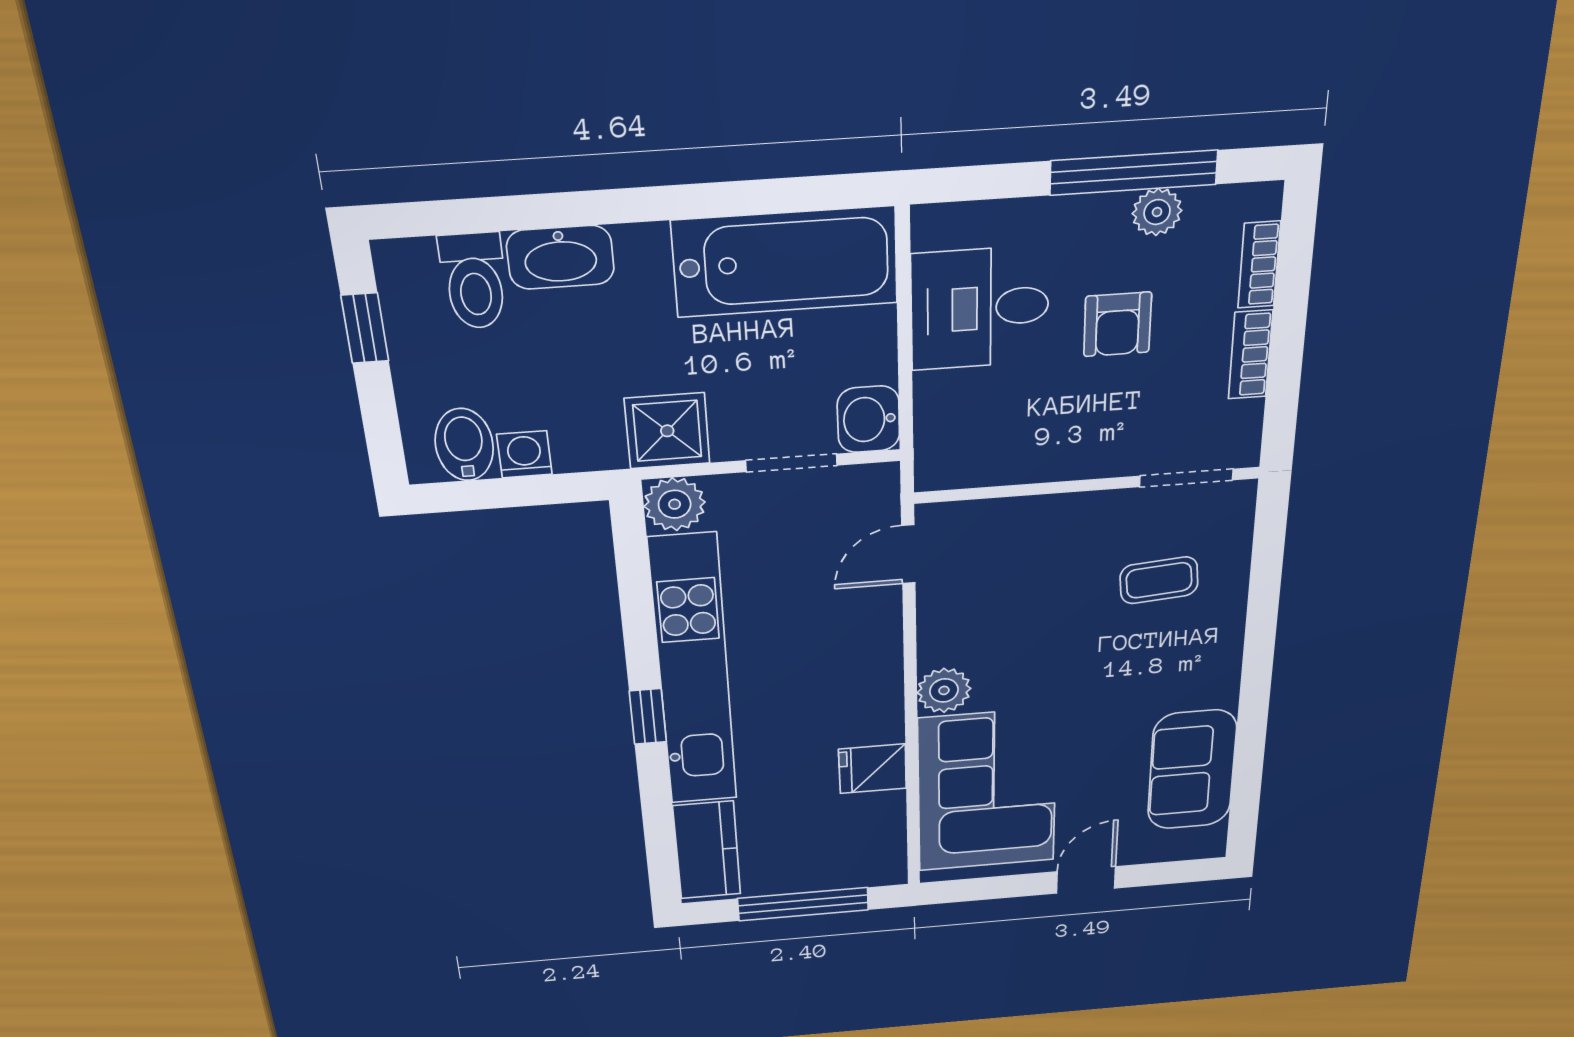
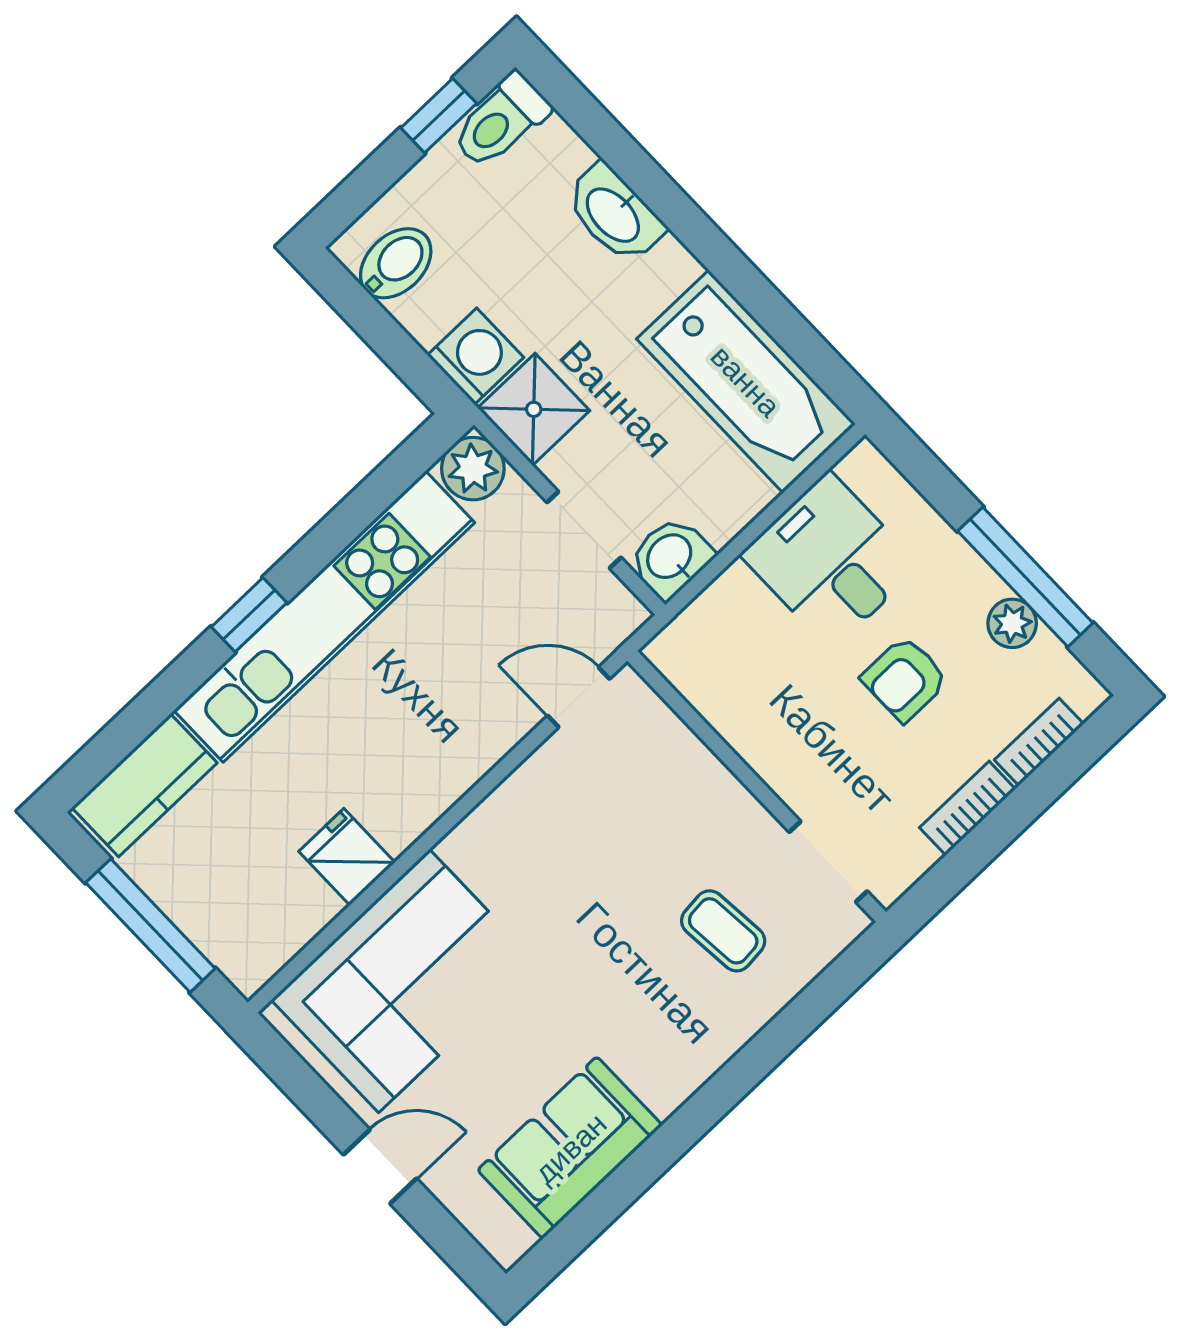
toilet: (474, 281) -> (501, 121), moved
washing machine: (524, 454) -> (476, 356), moved, width x1.38, depth x1.38
plant: (944, 690) -> (475, 847), removed

